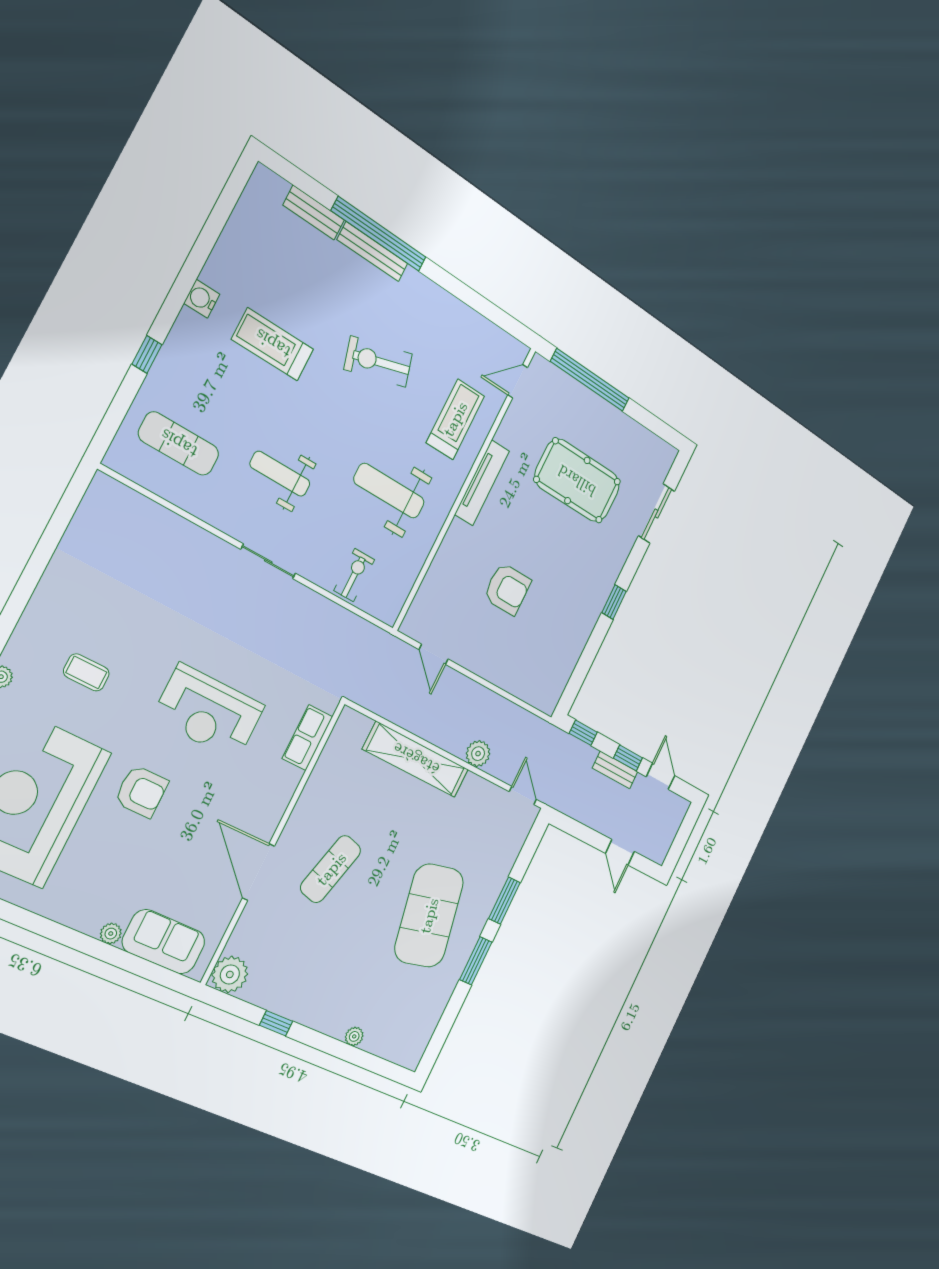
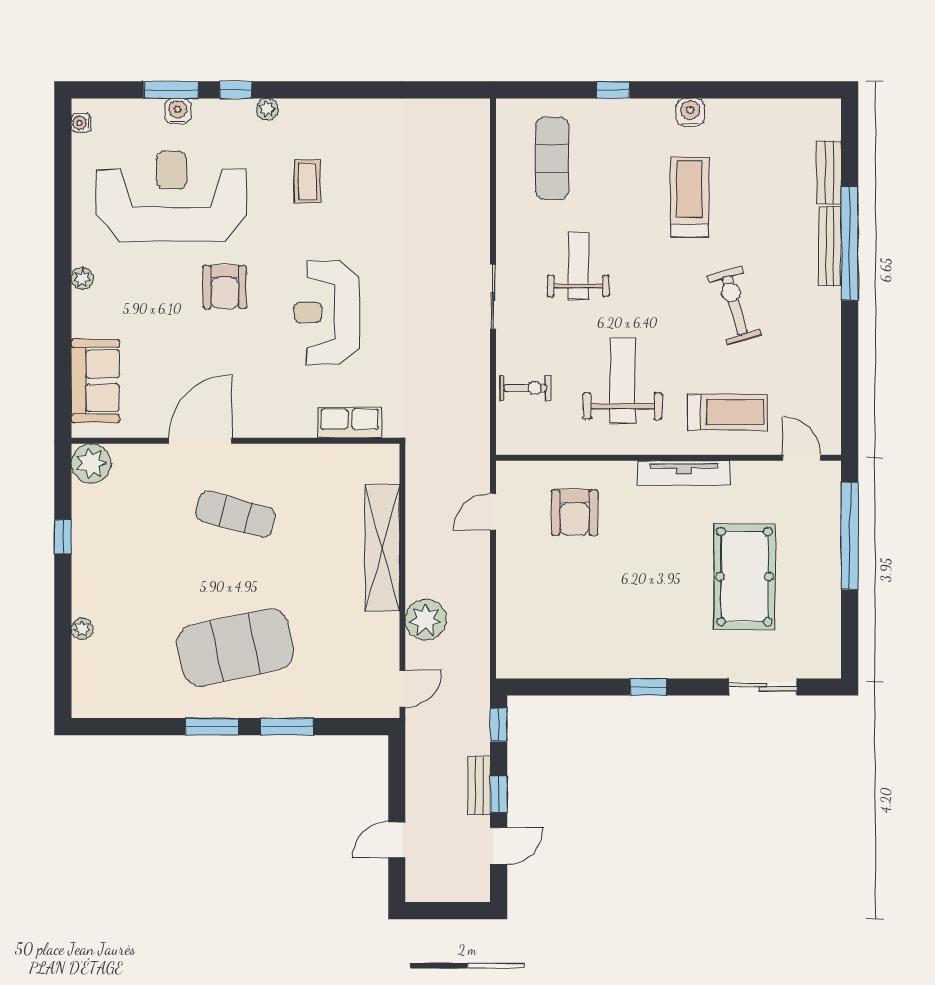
armchair: (507, 589) -> (574, 513), moved
plant: (478, 754) -> (426, 620), width x1.36, depth x1.36
plant: (111, 934) -> (82, 278), moved

